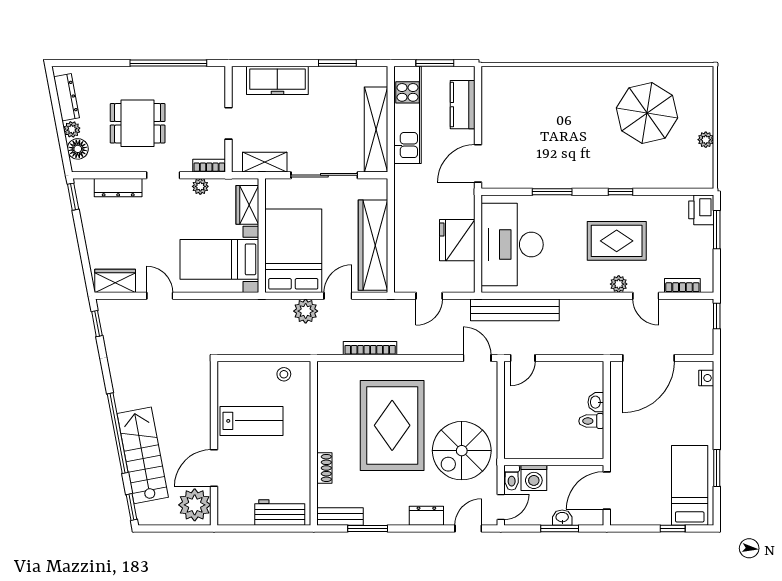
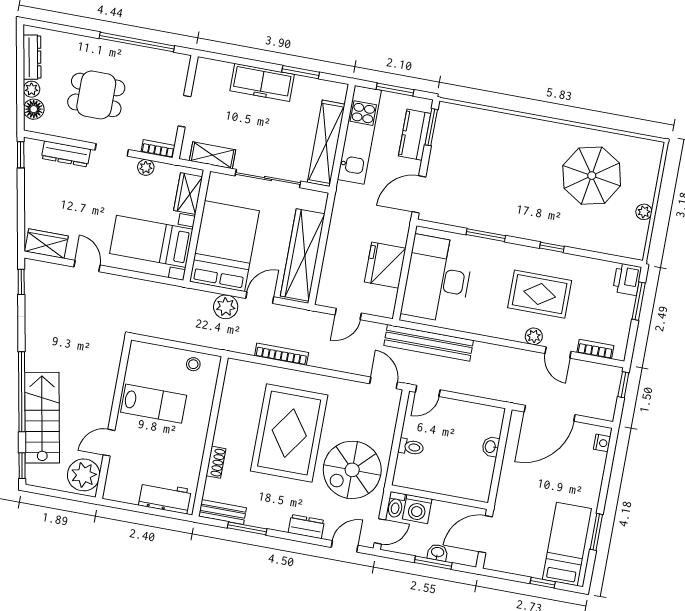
freezer: (277, 80) -> (262, 82), moved
window: (478, 94) -> (431, 127), added
toilet: (591, 421) -> (411, 447), moved, turned 180
door: (214, 468) -> (109, 443), width x0.73

